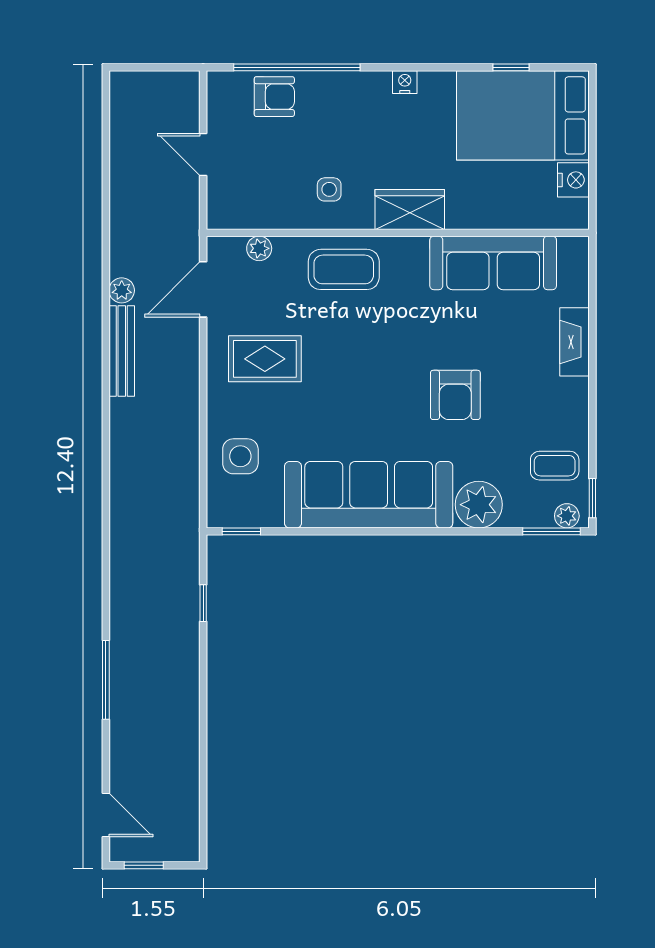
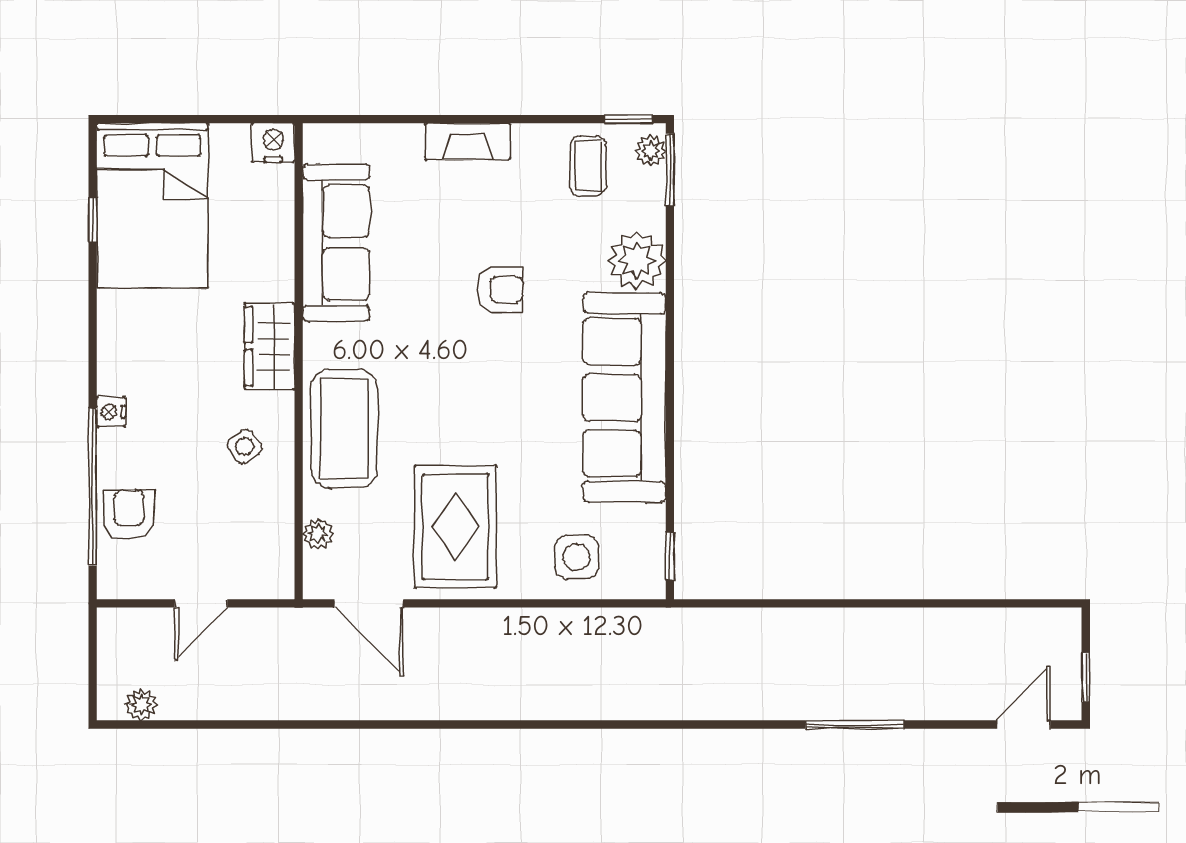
nightstand: (405, 82) -> (111, 412), moved
nightstand: (573, 180) -> (273, 143), moved
side table: (329, 189) -> (245, 447), turned -36
coffee table: (344, 269) -> (344, 428), width x1.36, depth x1.32
plant: (122, 290) -> (141, 705), moved
fireplace: (575, 342) -> (468, 141), moved
bench: (122, 351) -> (446, 705), removed
rug: (265, 359) -> (455, 527), width x1.36, depth x1.43
armchair: (455, 395) -> (500, 290), width x0.72, depth x0.72
window: (203, 603) -> (759, 603), removed

